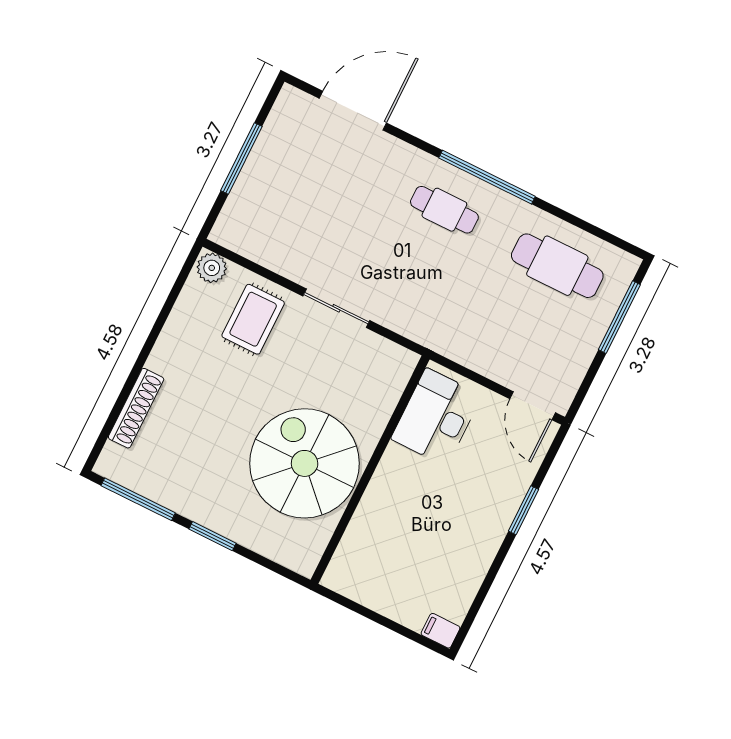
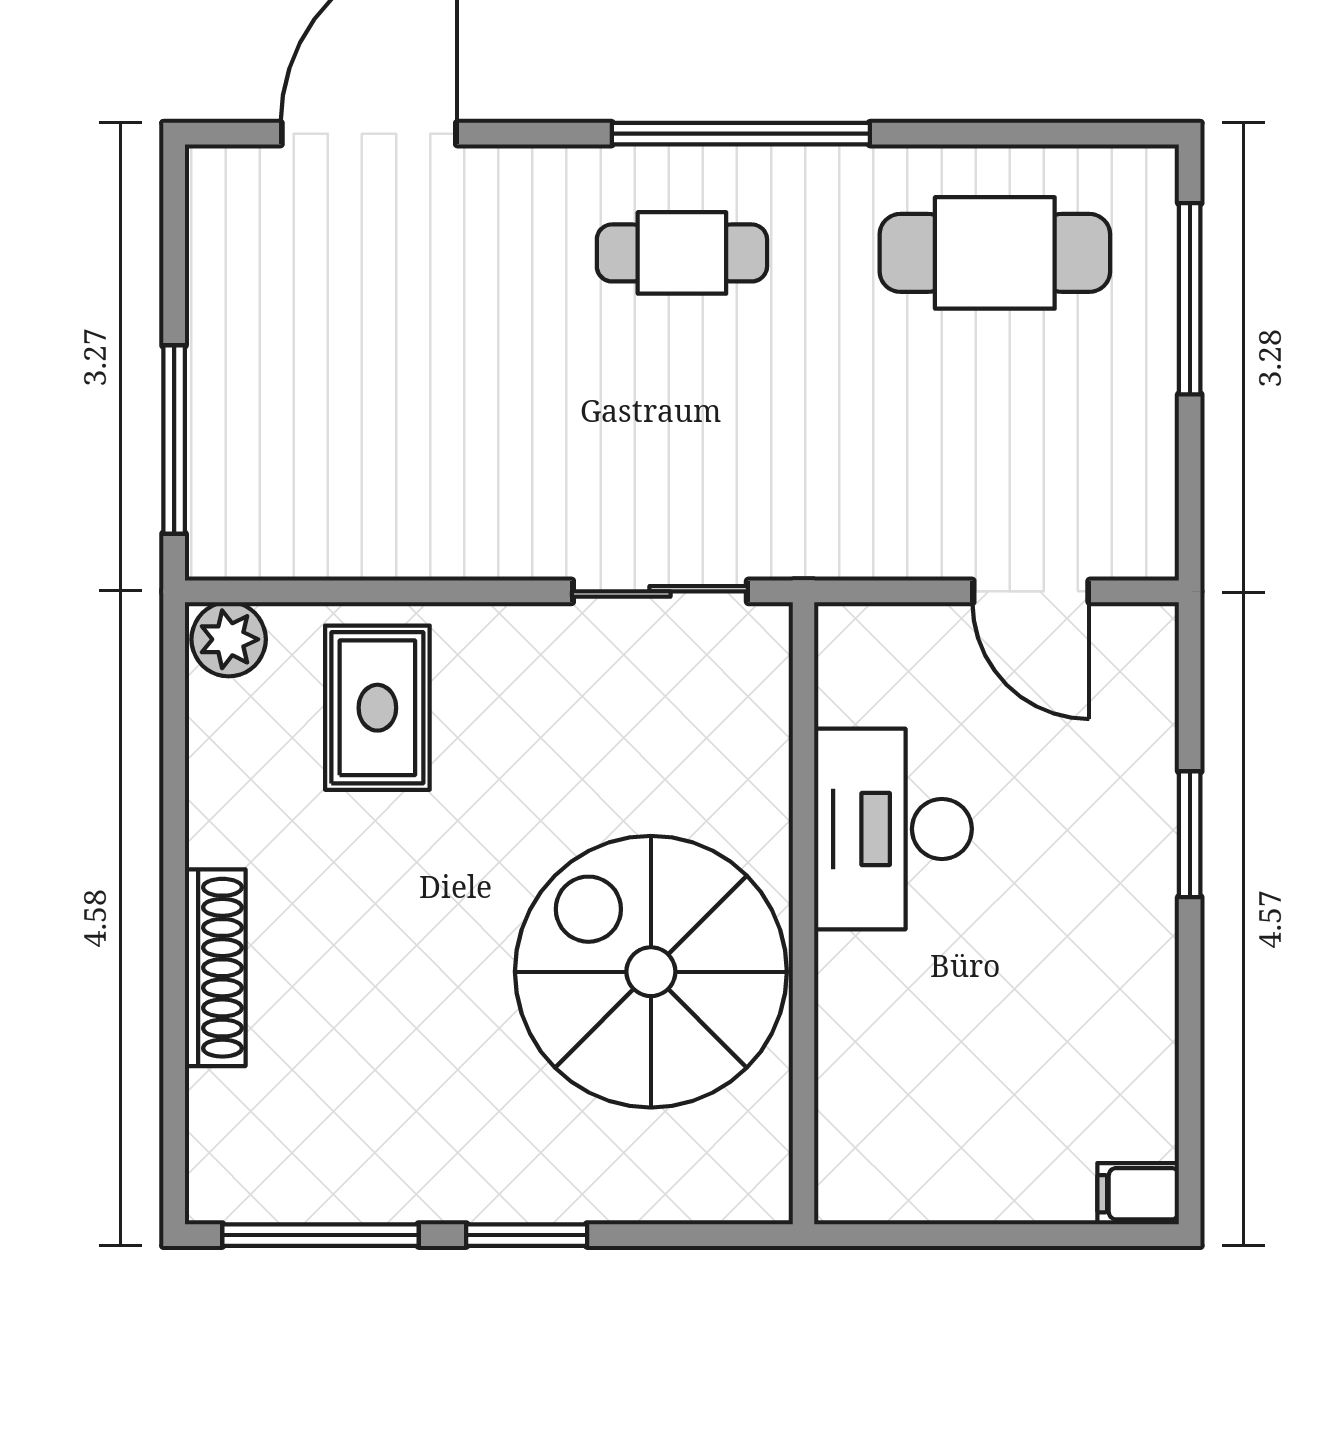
window: (241, 159) -> (174, 440), moved
sliding door: (336, 308) -> (660, 591), moved
door: (533, 406) -> (1031, 591), moved
shoe rack: (136, 408) -> (215, 968), moved
desk: (436, 417) -> (893, 829), moved

